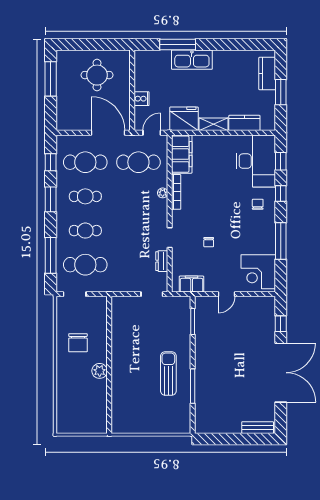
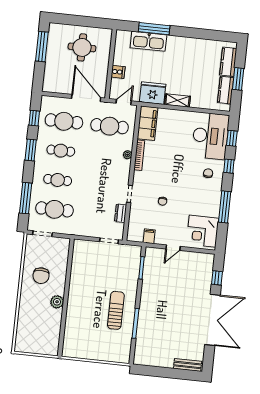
kitchen sink: (192, 60) -> (148, 41), moved
kitchen counter: (244, 123) -> (226, 90), moved, turned -90
filing cabinet: (192, 284) -> (149, 236), width x0.50

